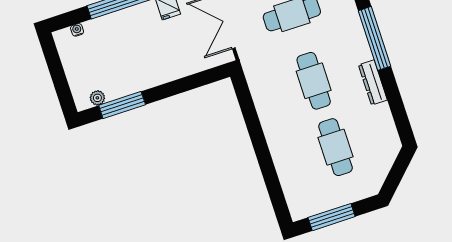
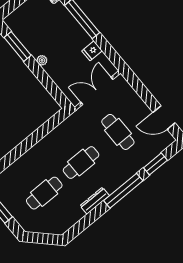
plant: (97, 98) -> (42, 60), moved

